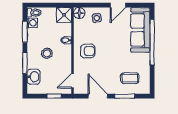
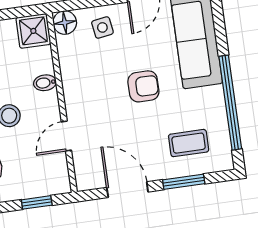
window: (152, 42) -> (230, 103), moved
armchair: (88, 51) -> (143, 86), moved
door: (73, 81) -> (66, 136), moved

